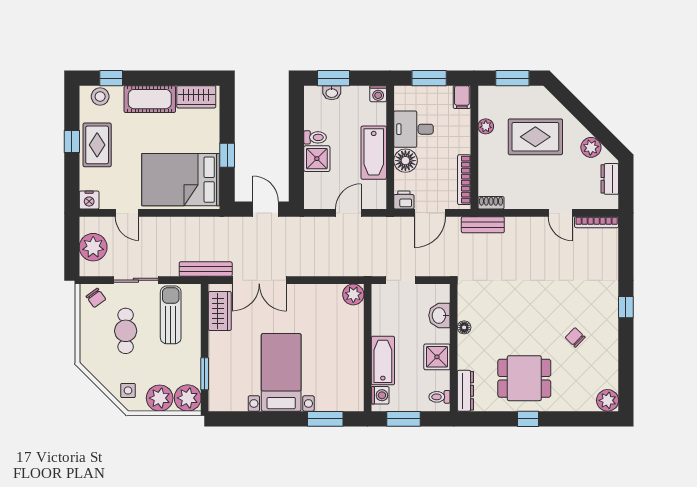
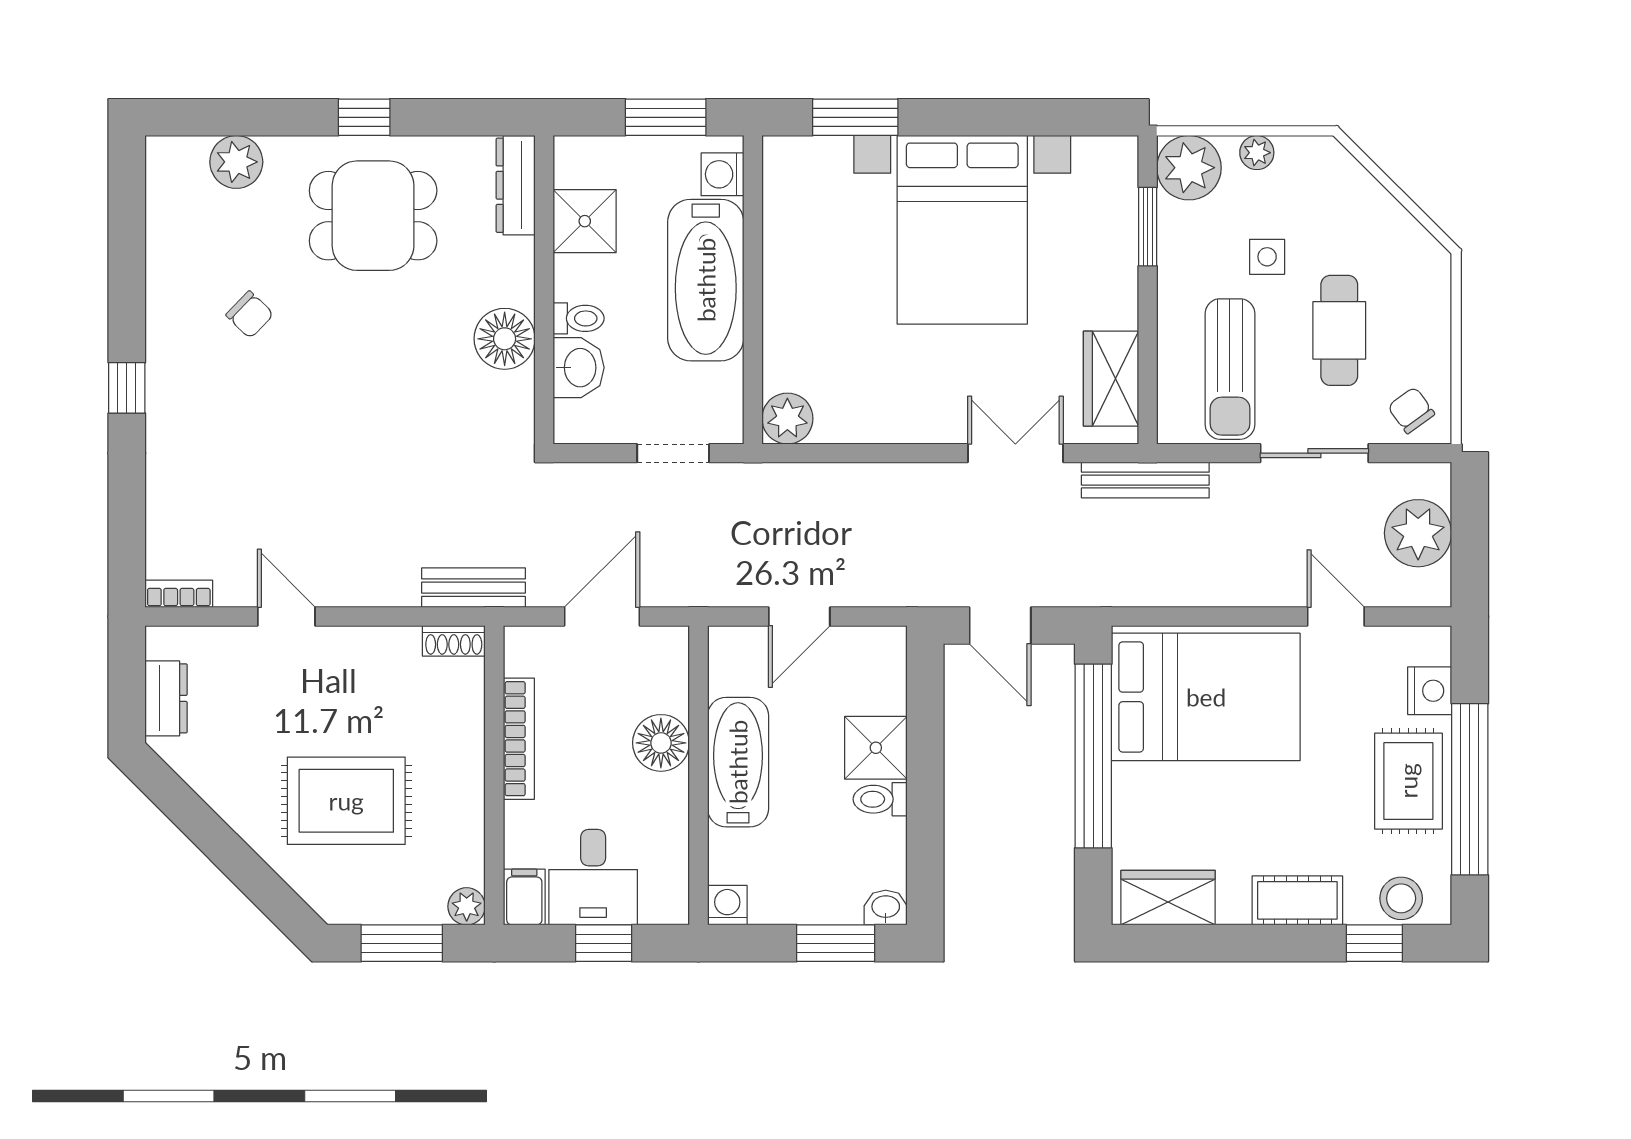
window: (429, 78) -> (604, 943), width x0.67
washbasin: (332, 93) -> (886, 908), moved
cot: (150, 99) -> (1297, 900), width x0.73, depth x0.75
plant: (486, 126) -> (467, 906), moved
desk: (413, 129) -> (593, 877), moved, turned 90
window: (72, 142) -> (1470, 789), width x3.17
plant: (591, 147) -> (212, 775), removed
window: (227, 155) -> (1093, 756), width x3.17
bookcase: (464, 180) -> (519, 739), moved
nightstand: (89, 200) -> (1430, 691), moved, turned 90
printer: (404, 200) -> (665, 648), removed
bookcase: (597, 222) -> (179, 594), width x0.64
double door: (259, 280) -> (1015, 453), width x0.73
floor lamp: (464, 327) -> (505, 339), width x1.89, depth x1.89
shower: (437, 357) -> (585, 221), moved
bathtub: (383, 361) -> (706, 280), width x1.36, depth x1.36
bed with nightstands: (281, 372) -> (962, 230), width x1.36
side table: (128, 390) -> (1267, 257), moved
toilet: (439, 397) -> (579, 318), moved
plant: (160, 398) -> (1257, 153), width x0.53, depth x0.53
plant: (608, 400) -> (236, 162), moved

